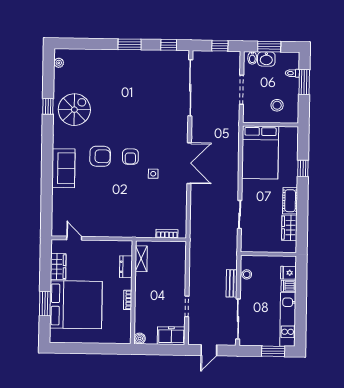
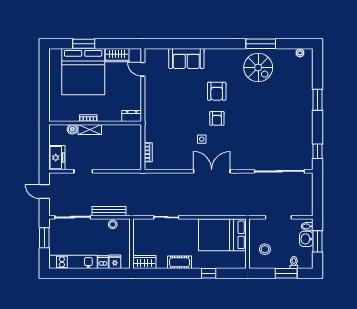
window: (130, 44) -> (317, 100), moved
window: (220, 46) -> (317, 197), removed
window: (48, 106) -> (261, 44), width x2.17
armchair: (130, 157) -> (217, 118), turned -90
double door: (189, 163) -> (212, 171), swing flipped
sofa: (63, 168) -> (186, 58), moved
wardrobe: (289, 228) -> (144, 262), moved
door: (74, 238) -> (143, 69), swing flipped
shelving: (141, 259) -> (90, 130), moved
dresser: (126, 267) -> (132, 116), moved
bench: (232, 283) -> (109, 211), width x1.36
boiler: (140, 338) -> (72, 129), moved
window: (273, 351) -> (44, 238), moved

